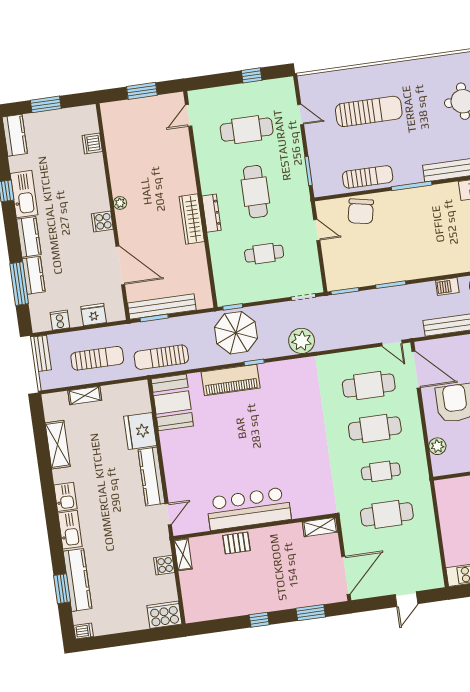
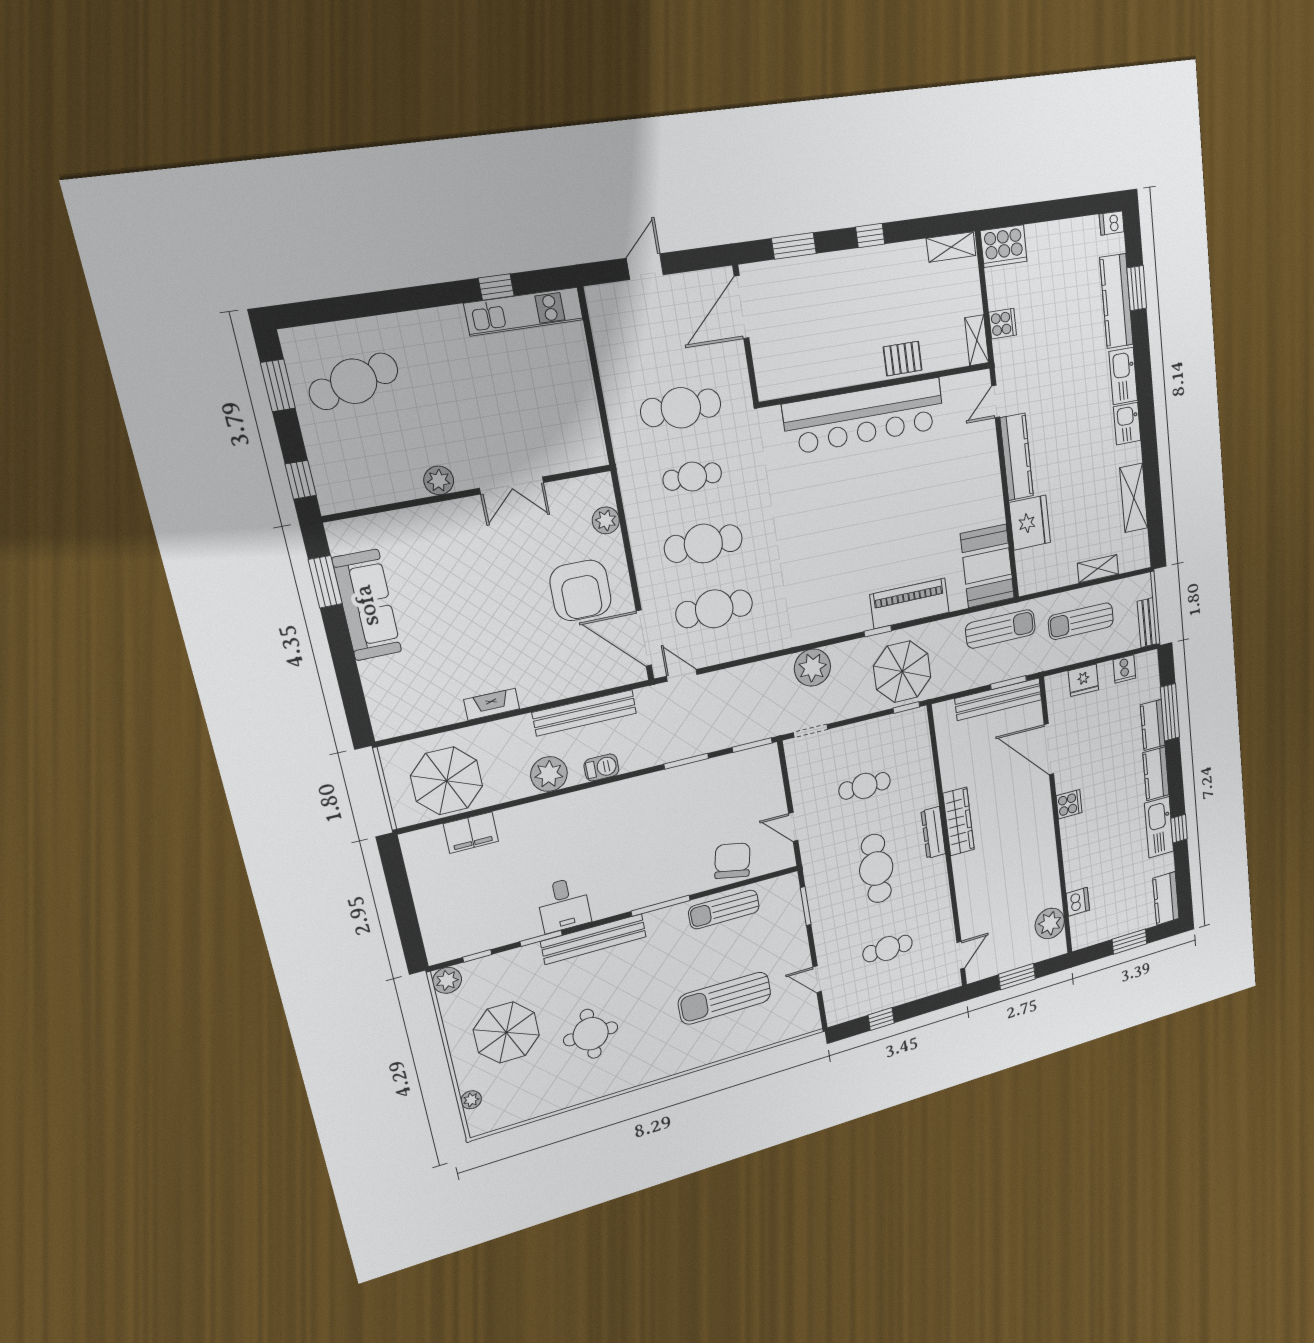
cafe table: (247, 130) -> (888, 949), width x0.73, depth x0.74
plant: (120, 203) -> (1050, 923), moved, width x1.88, depth x1.88
bar counter: (249, 509) -> (865, 416), width x1.36
shelving: (320, 527) -> (951, 247), moved

